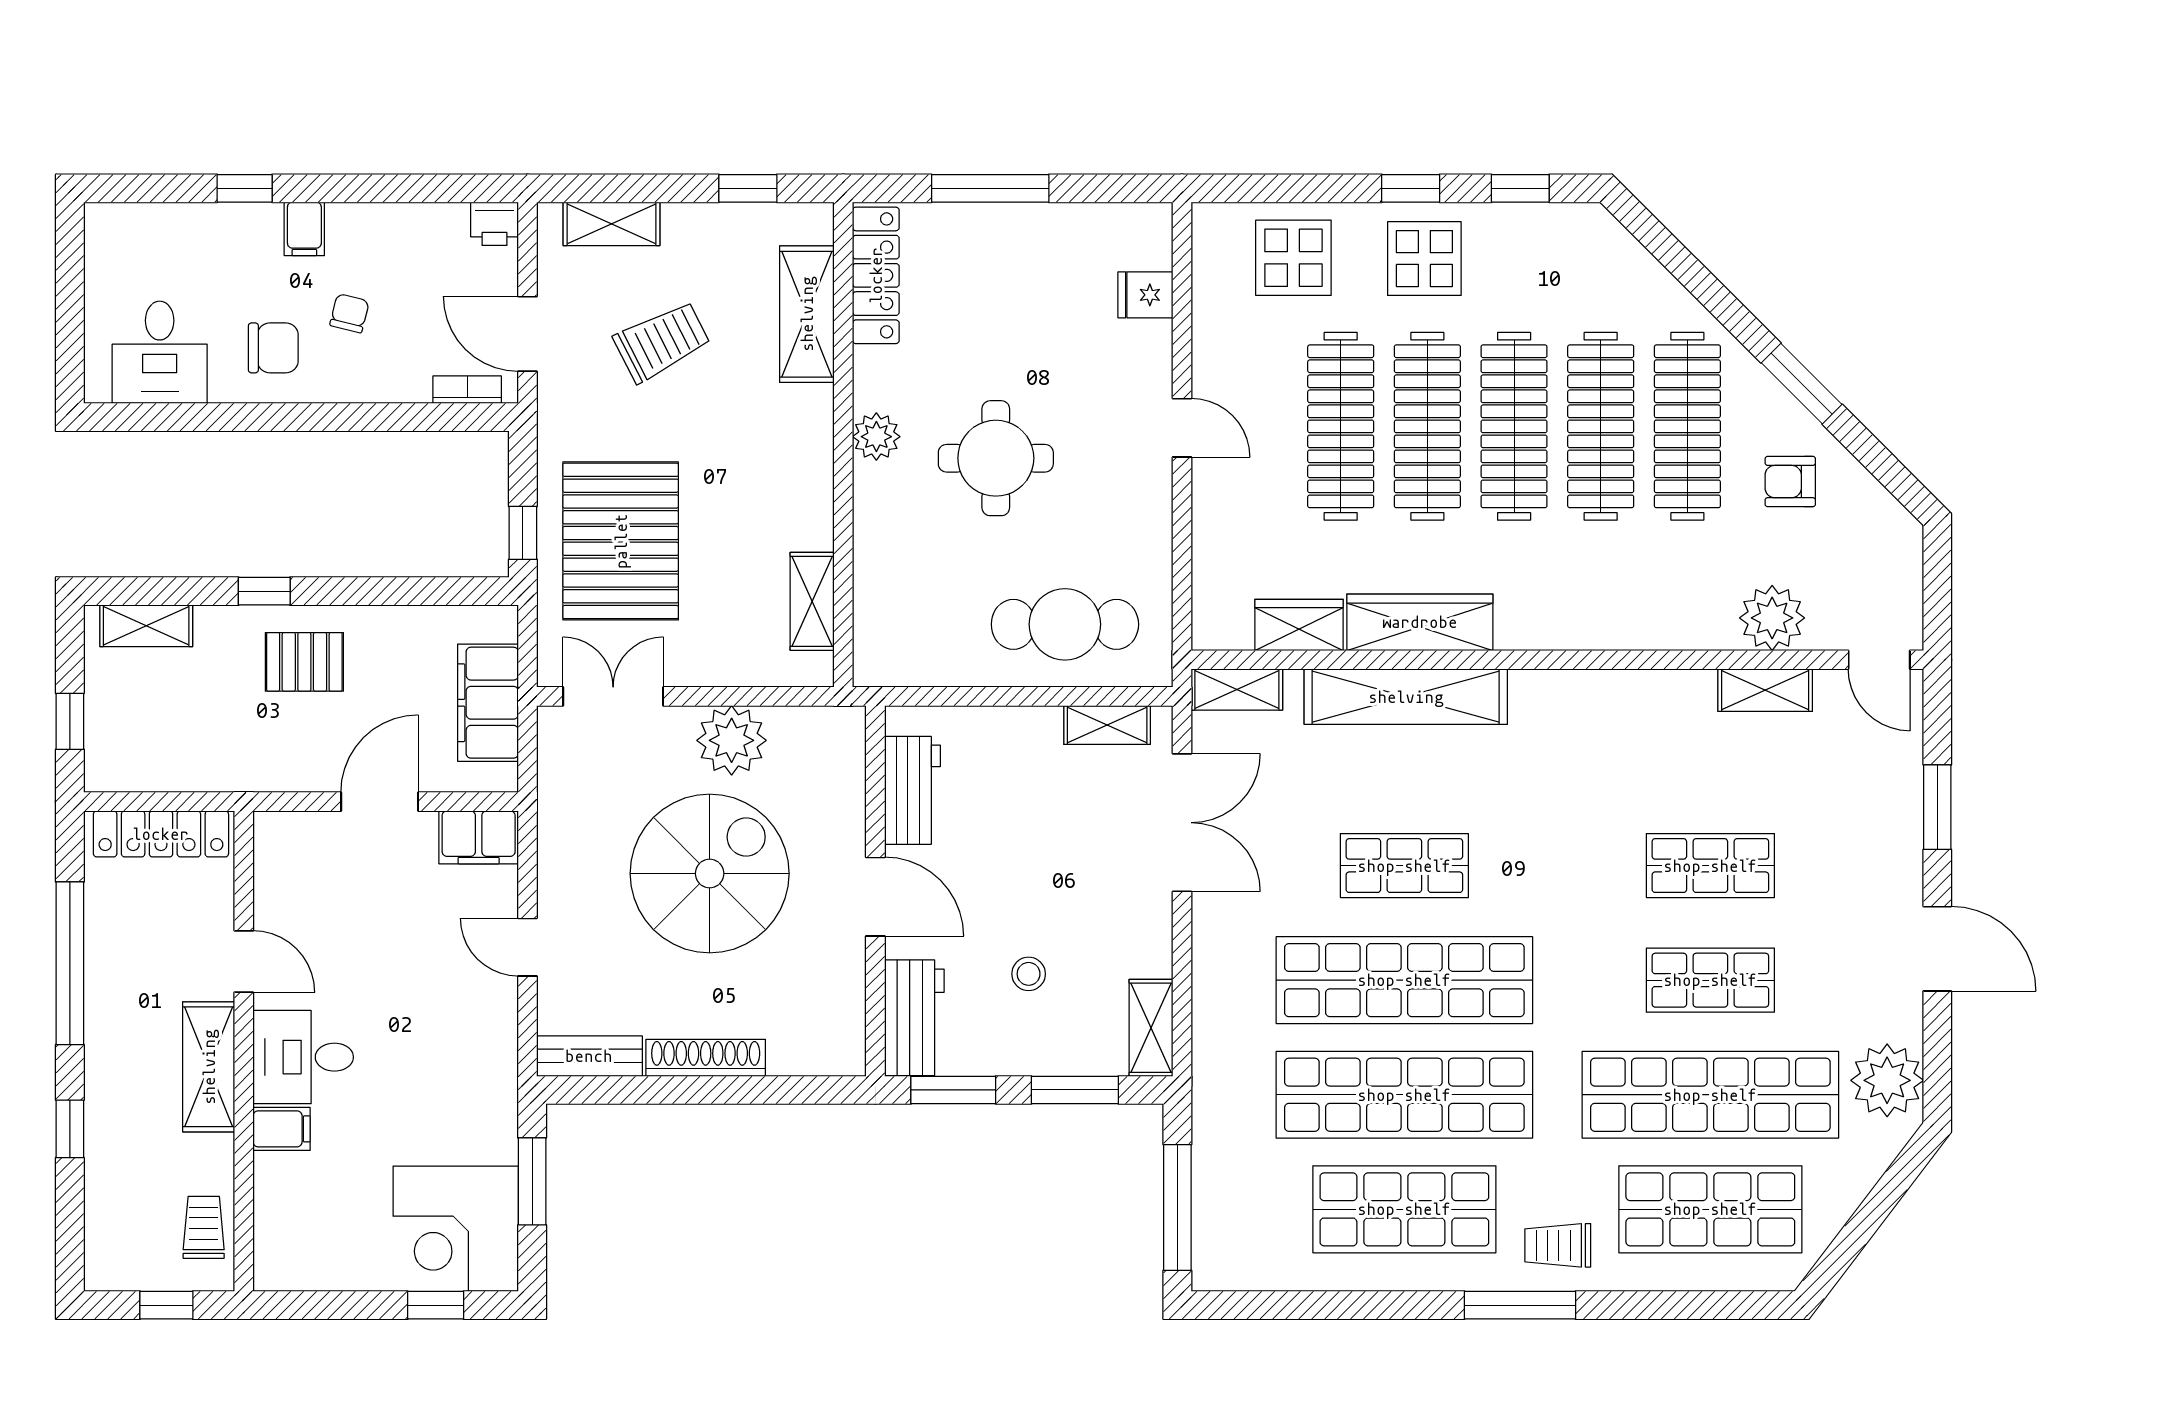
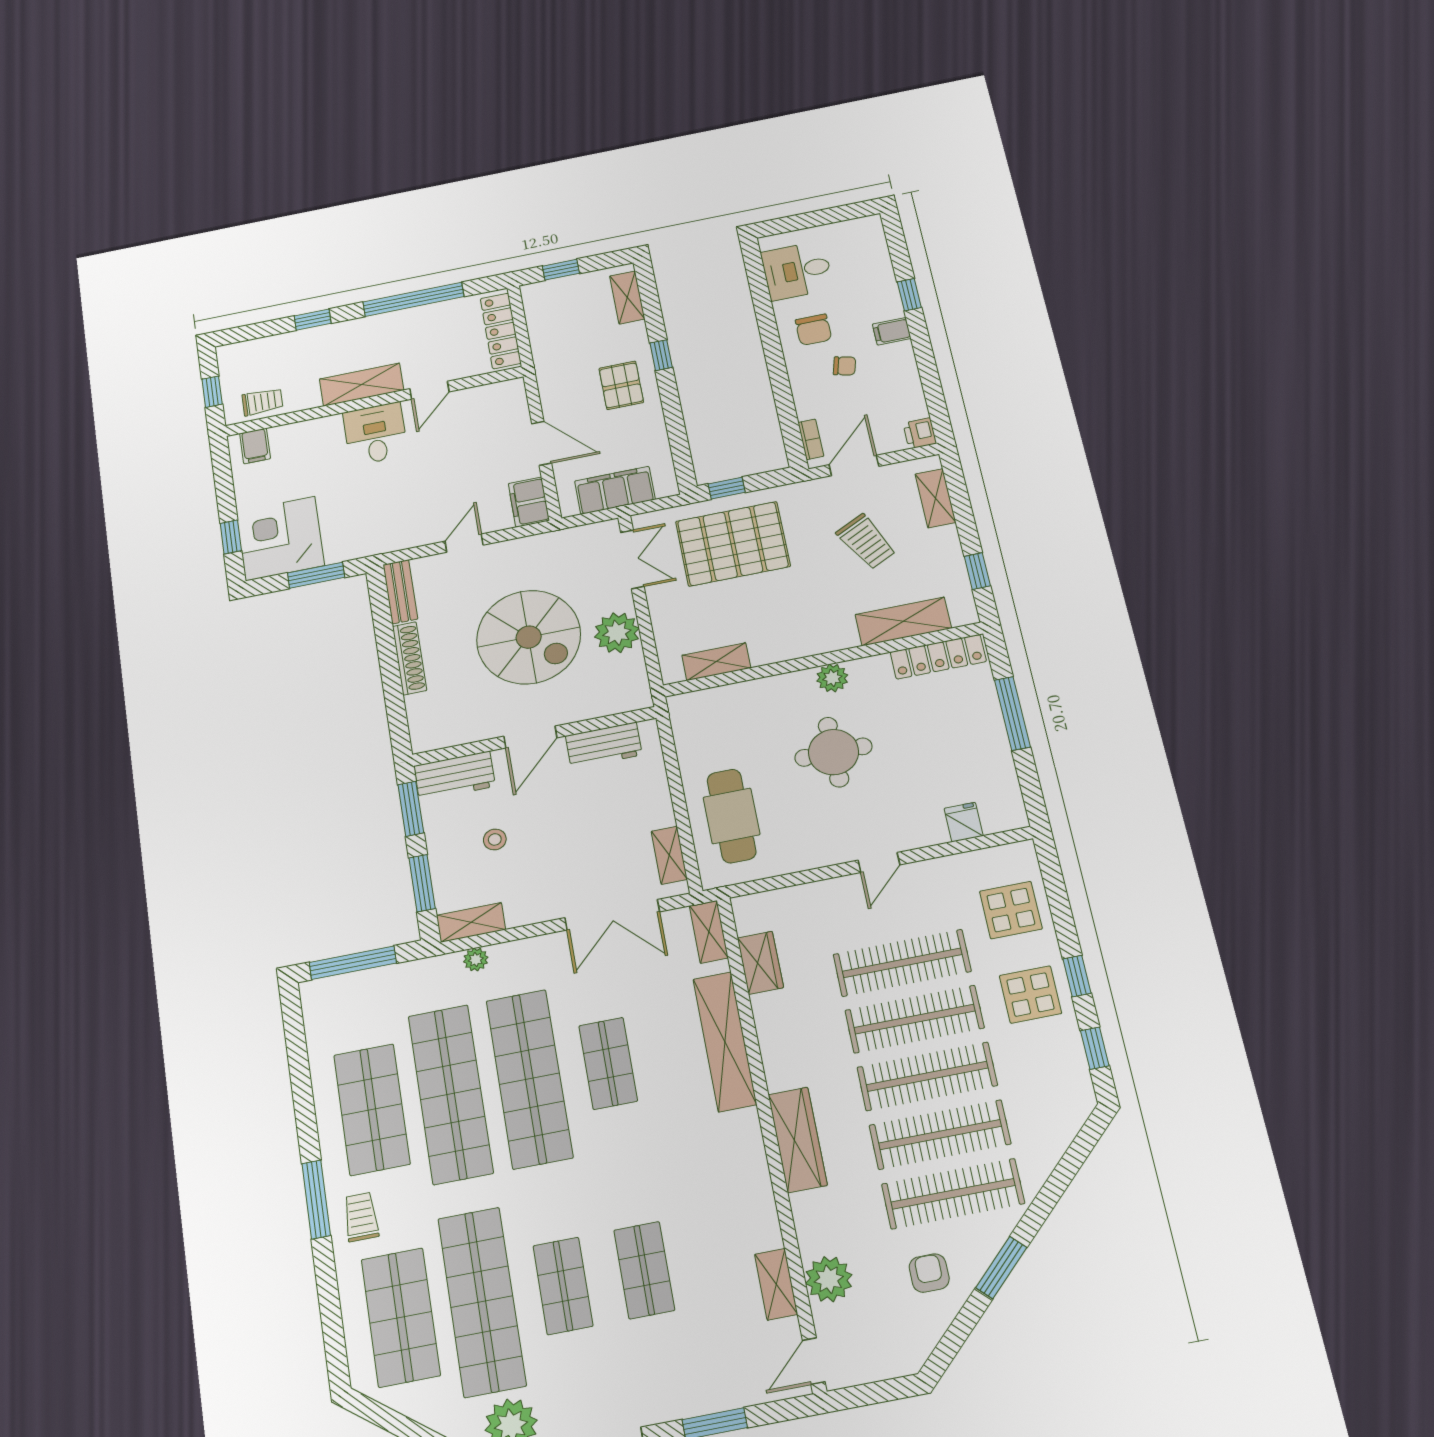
wardrobe: (1420, 622) -> (798, 1140), moved
plant: (1210, 1029) -> (476, 960), added
filing cabinet: (282, 1129) -> (255, 446), moved

